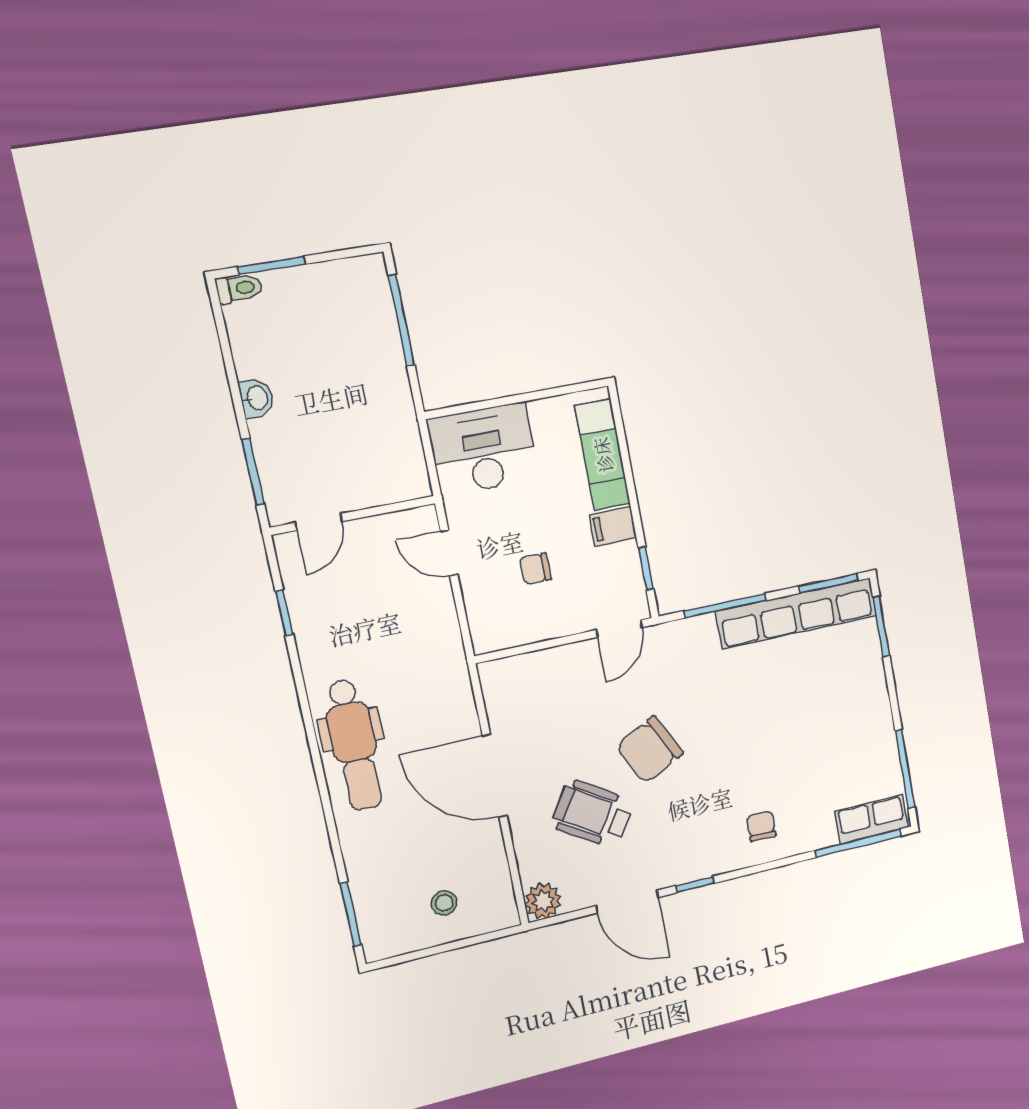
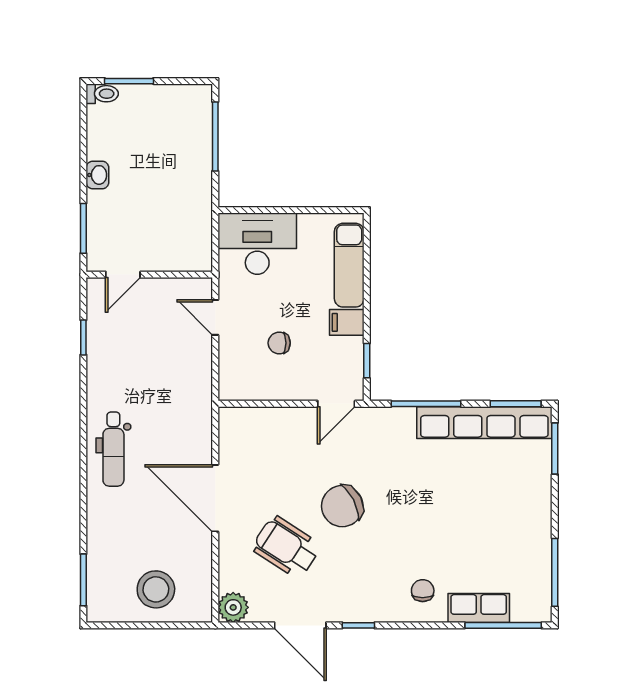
dental chair: (354, 745) -> (113, 449), width x0.73, depth x0.72
row of seats: (872, 819) -> (479, 608), moved
stool: (444, 903) -> (156, 589), width x1.89, depth x1.89

